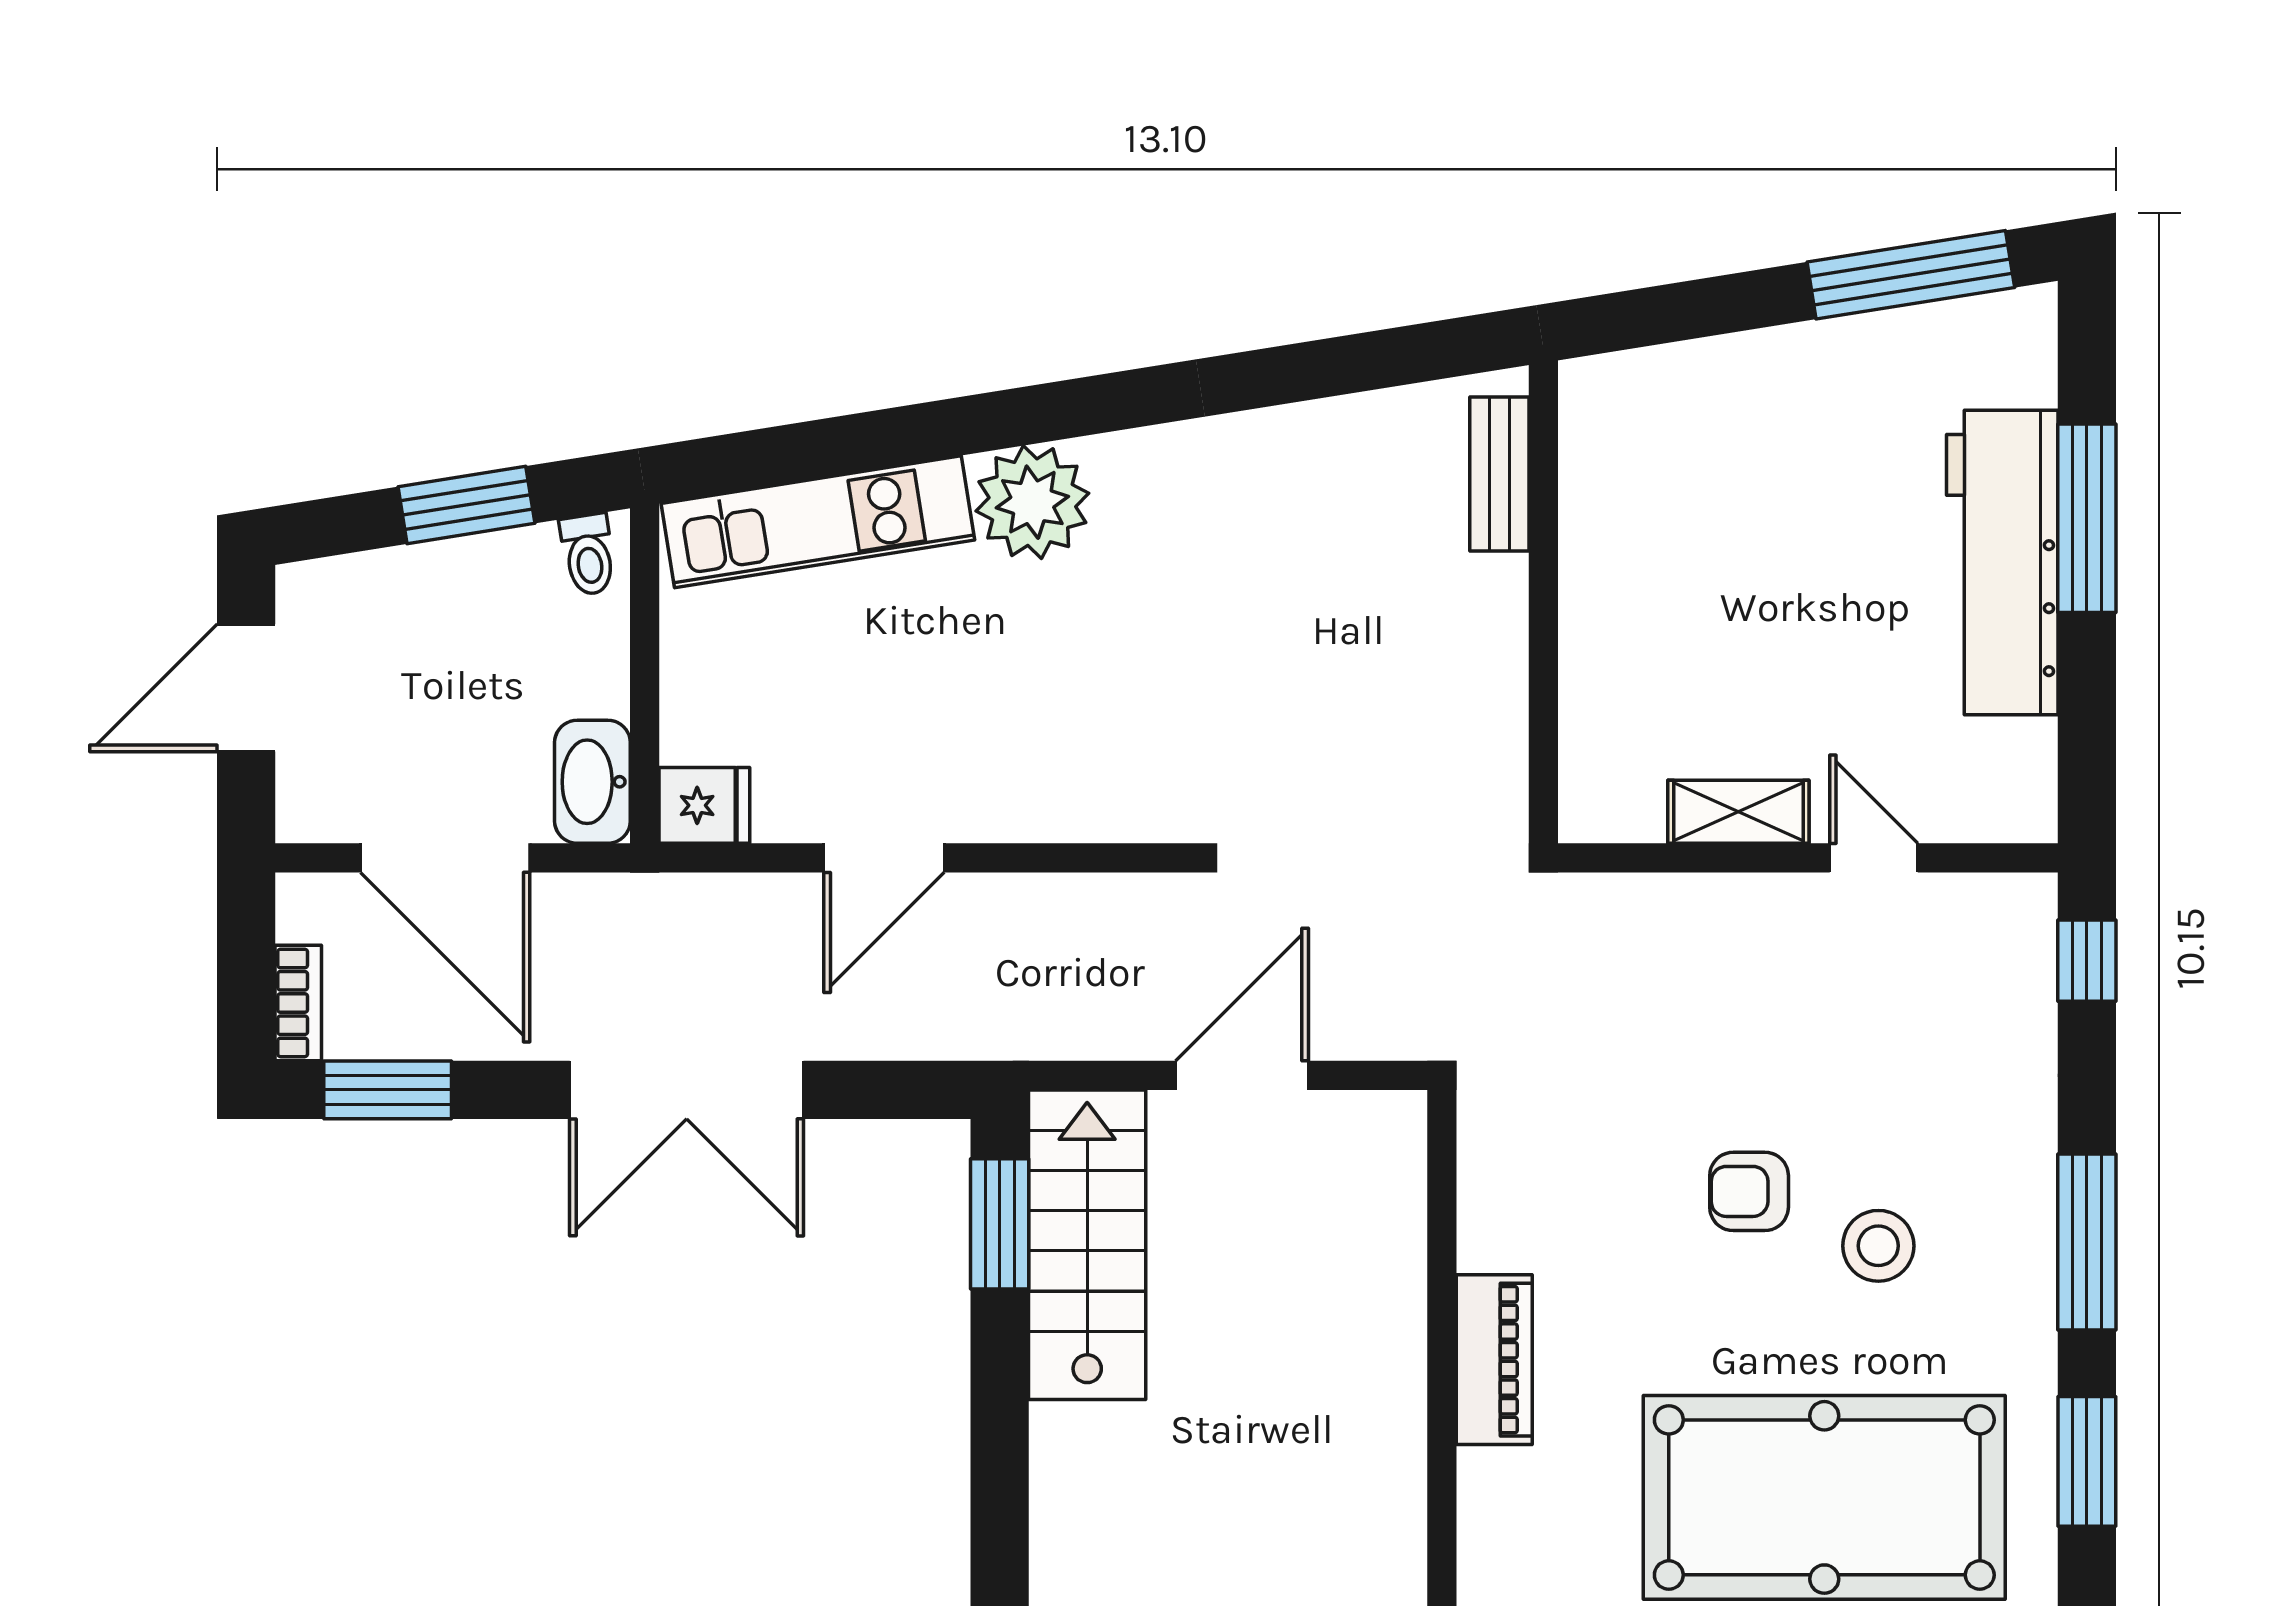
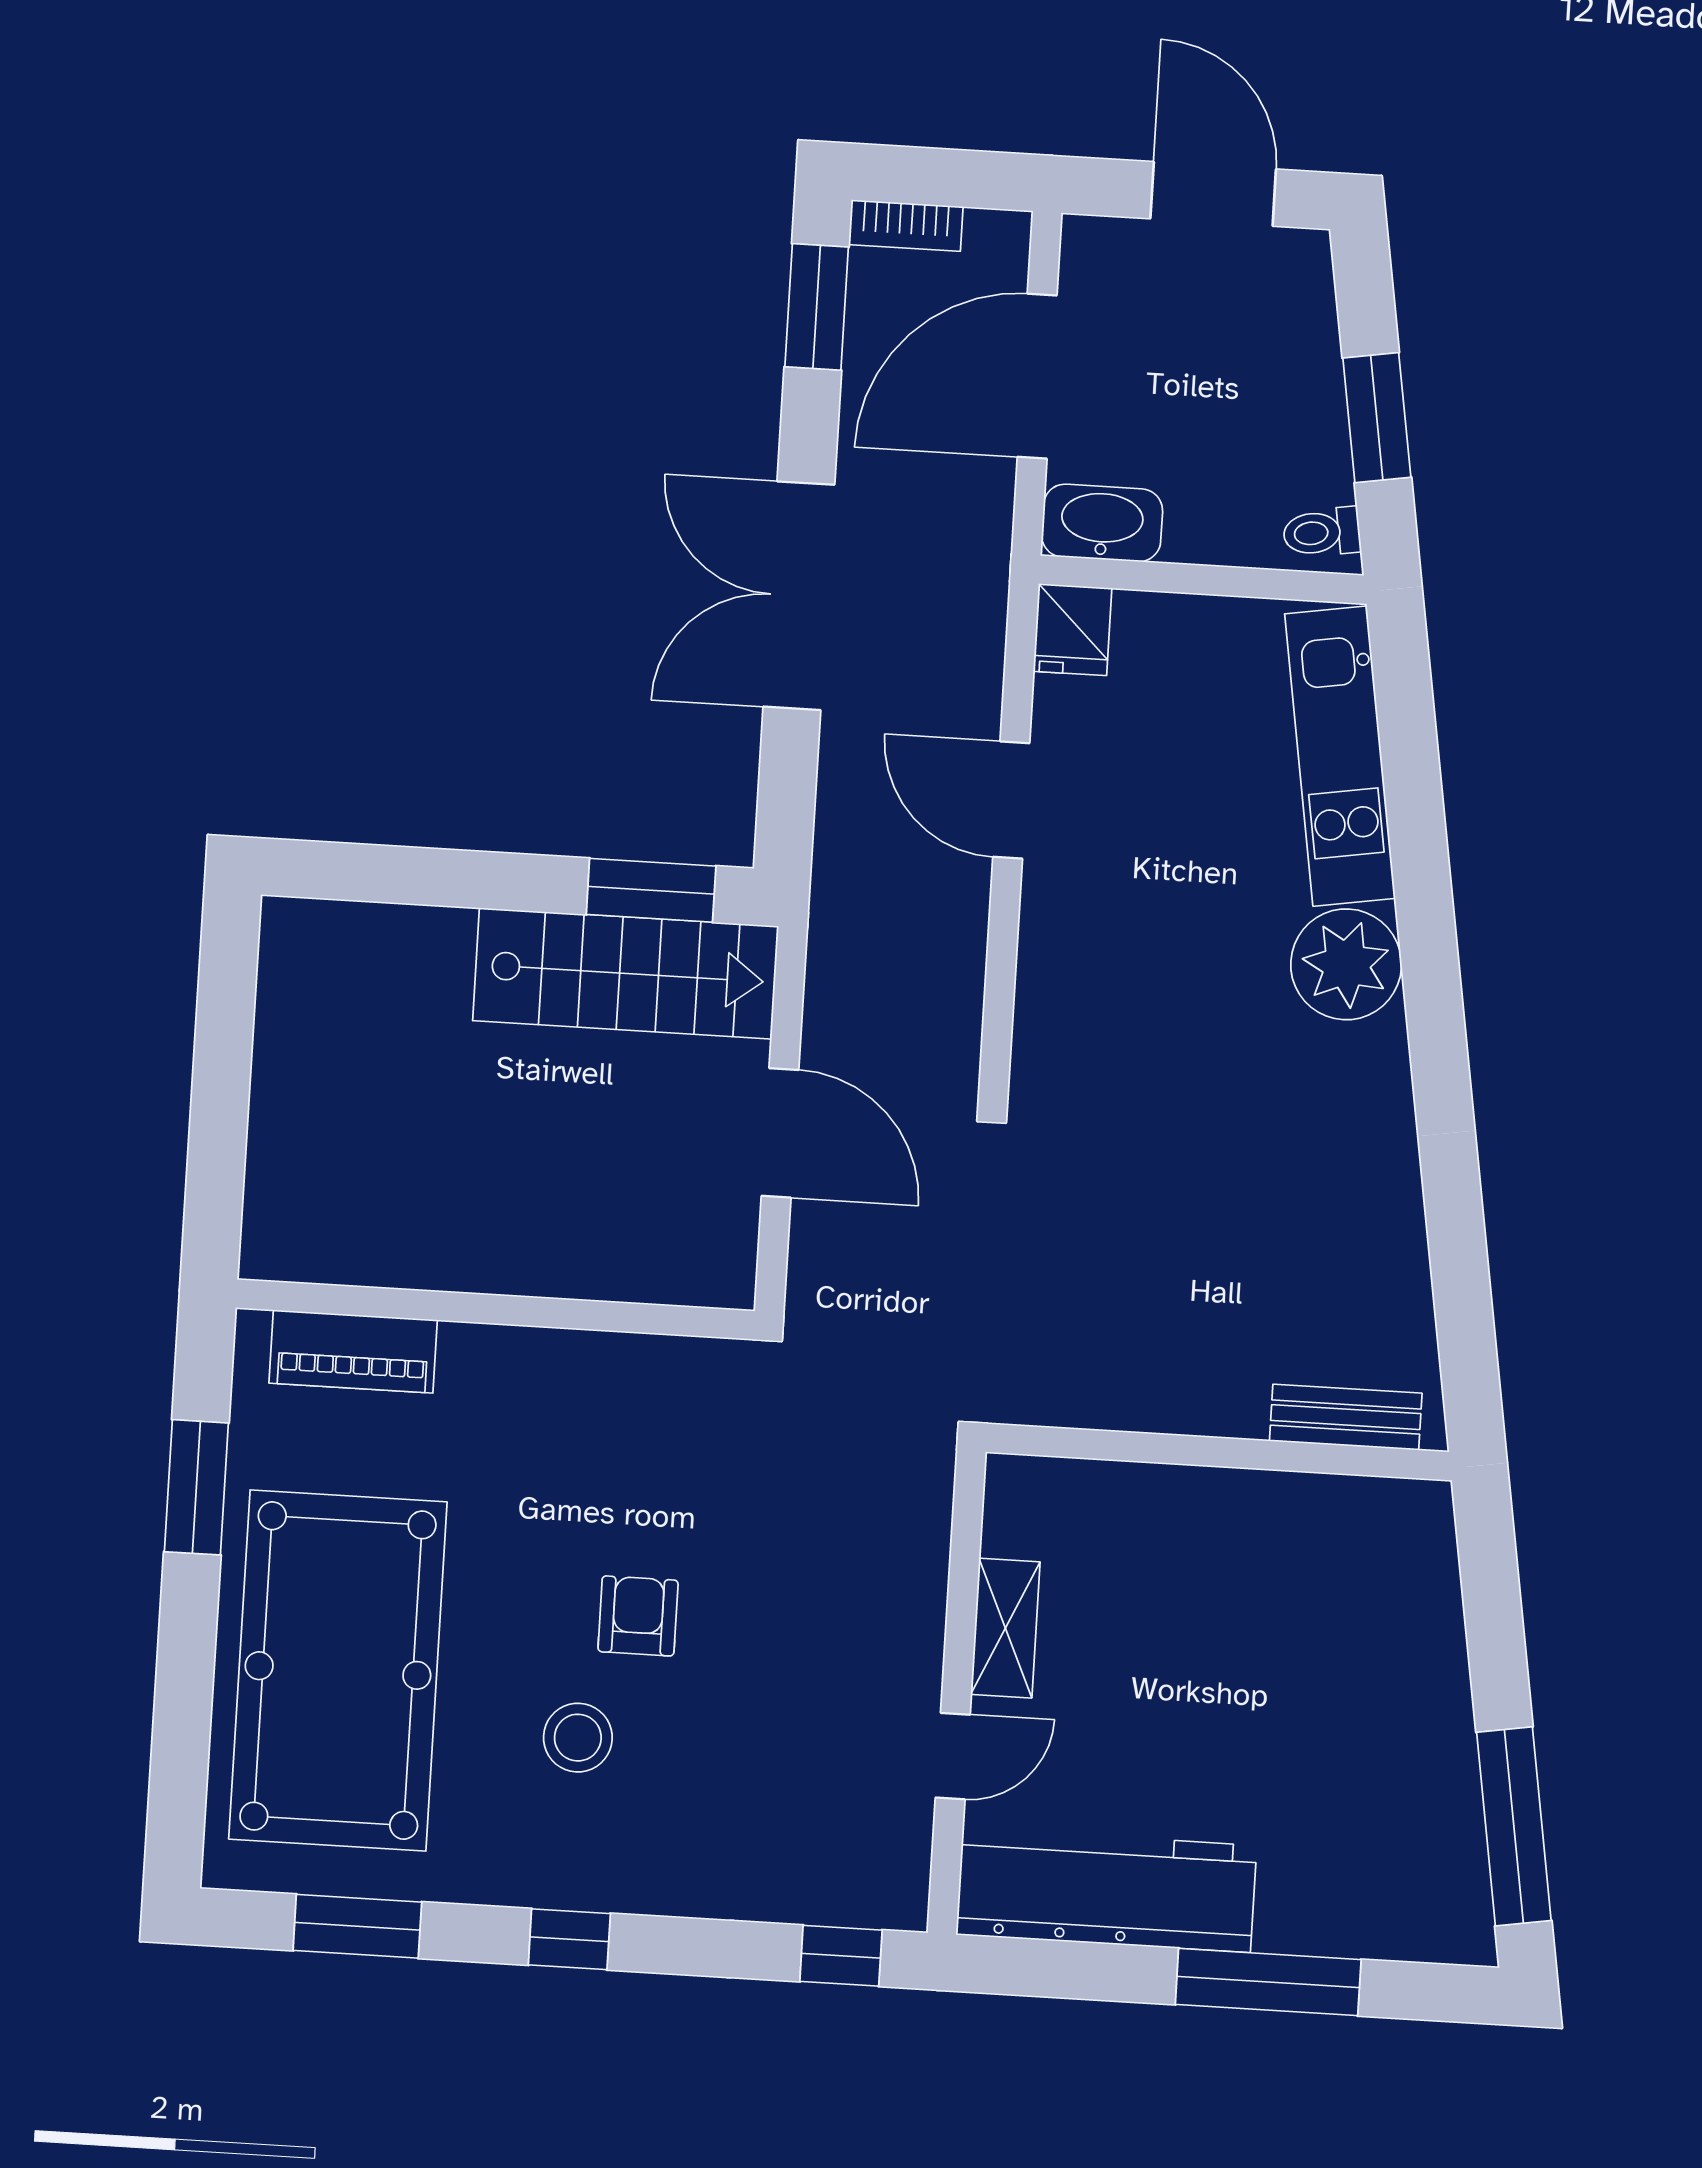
workbench: (2002, 562) -> (1106, 1890), moved
window: (2087, 1242) -> (569, 1939), width x0.46
piano: (1494, 1360) -> (353, 1352), moved

